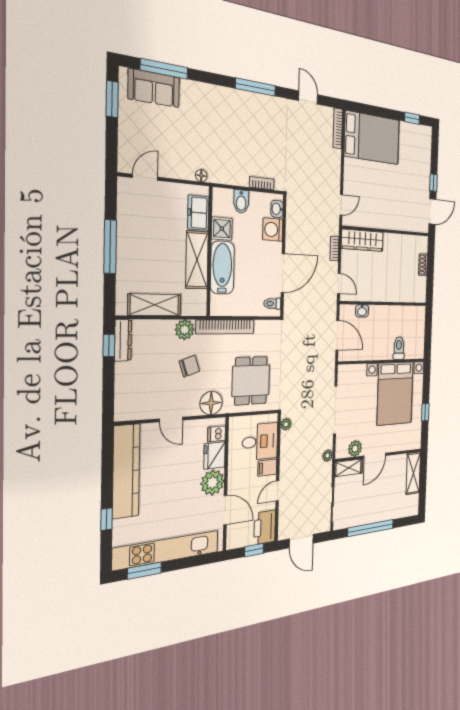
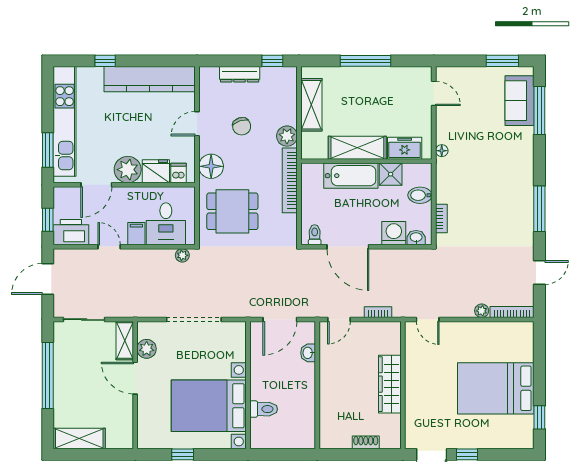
bed: (372, 138) -> (496, 388), moved, turned 90
wardrobe: (362, 240) -> (390, 384), moved
dresser: (123, 340) -> (240, 74), moved
chair: (189, 366) -> (242, 126), moved
plant: (327, 456) -> (482, 311), moved
shelving: (413, 473) -> (79, 438), moved
window: (144, 571) -> (48, 150), moved

